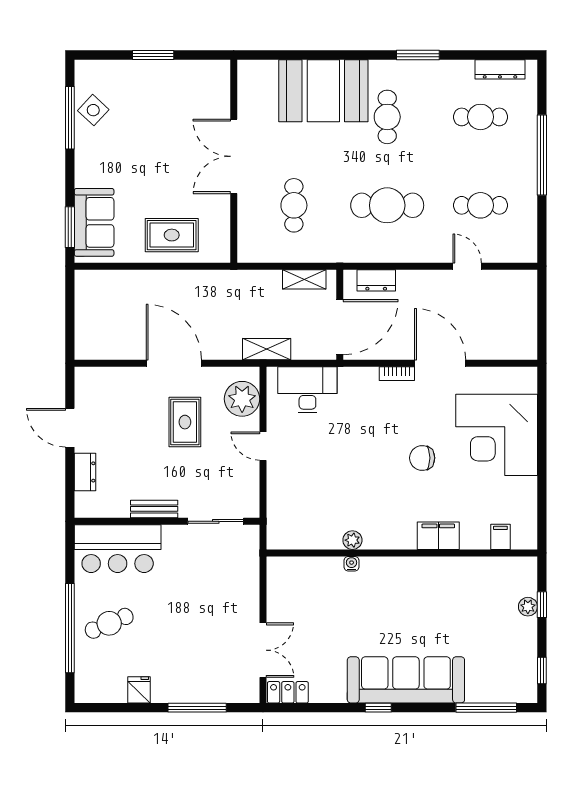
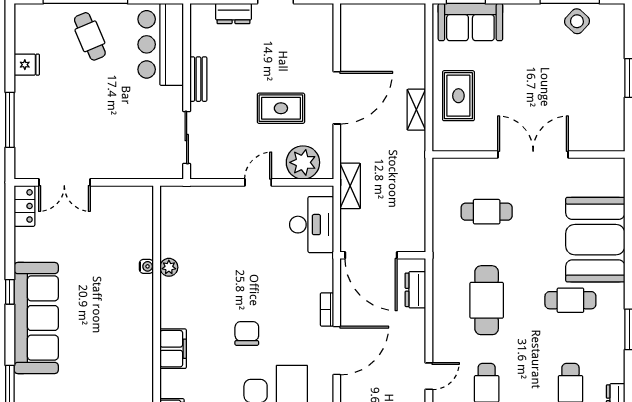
shelving: (304, 279) -> (416, 110), moved

